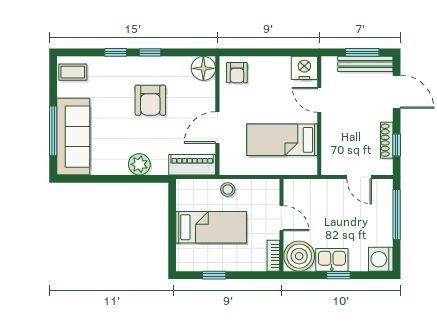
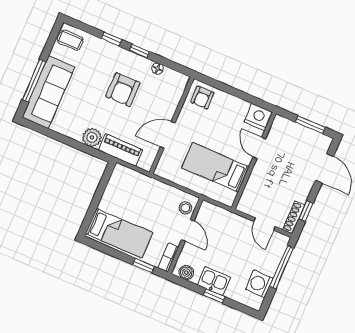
bench: (365, 64) -> (309, 135), removed
floor lamp: (203, 68) -> (158, 69), moved, width x0.53, depth x0.53
shoe rack: (387, 140) -> (294, 217), moved
piano: (192, 165) -> (120, 150), moved
stool: (228, 189) -> (185, 208), moved
bed: (211, 227) -> (119, 233), moved
boiler: (299, 256) -> (186, 273), width x0.54, depth x0.54
washing machine: (381, 259) -> (259, 284), moved
window: (214, 275) -> (144, 266), moved

